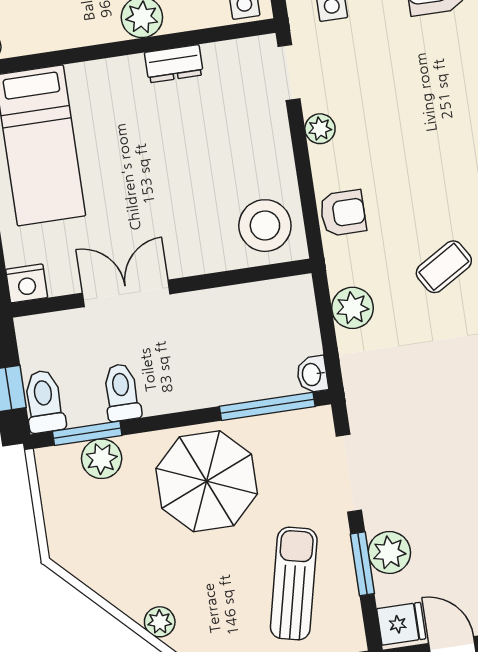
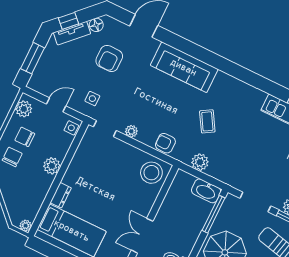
dresser: (174, 64) -> (61, 195), moved
armchair: (343, 213) -> (165, 143), turned -90
washbasin: (312, 374) -> (206, 191), width x1.91, depth x1.45

